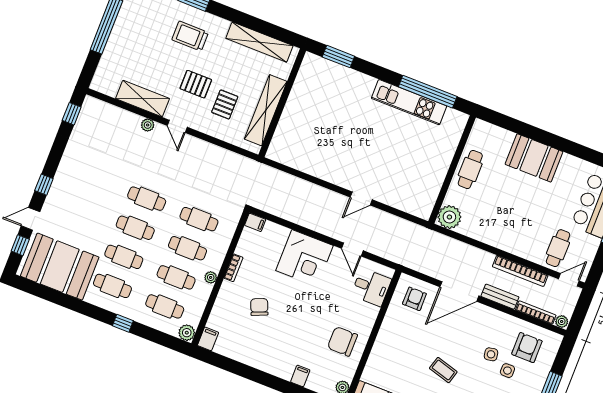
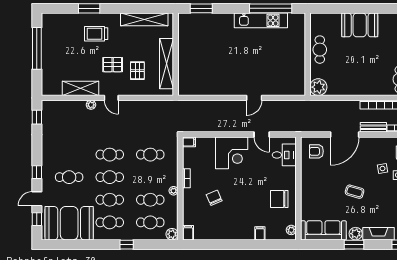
cafe table: (188, 248) -> (69, 177), moved
armchair: (414, 299) -> (316, 151), turned -90

